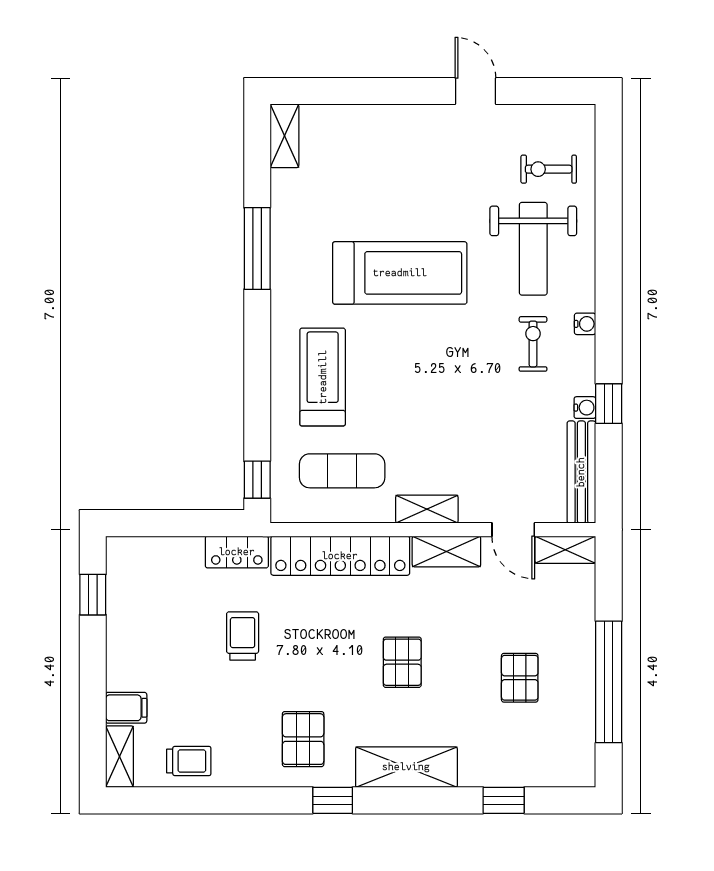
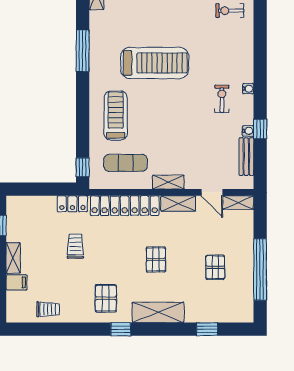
weight bench: (533, 249) -> (222, 51), removed
bench: (581, 472) -> (246, 157), width x0.73
shelving: (119, 756) -> (13, 258), moved

